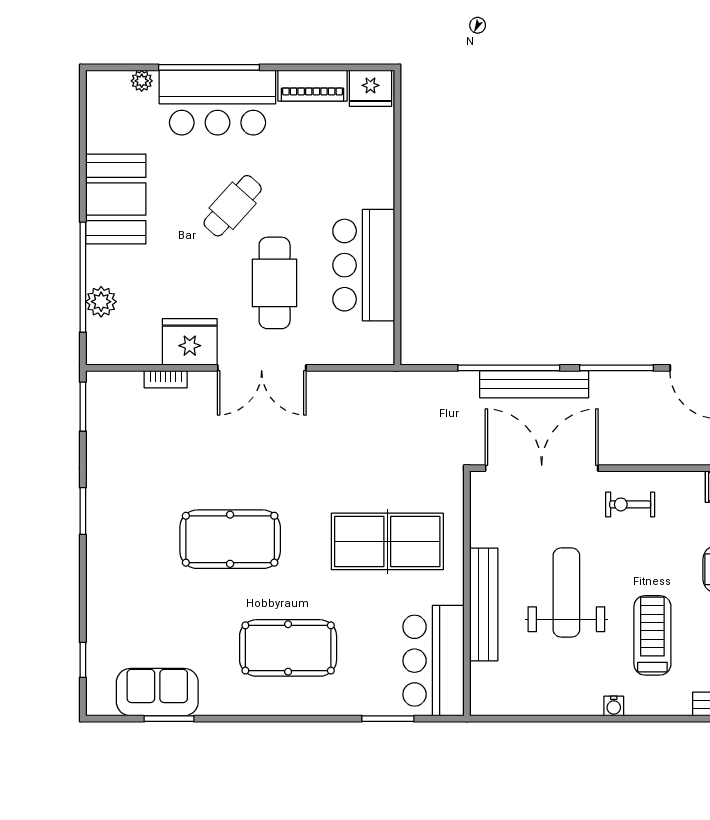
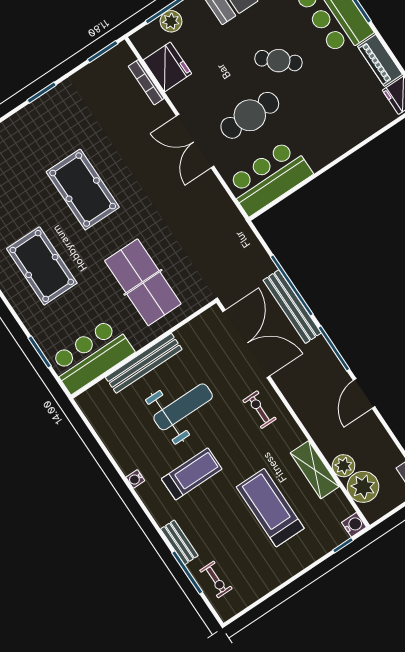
bar counter: (364, 265) -> (269, 178), moved
fridge: (190, 342) -> (167, 67), moved
bookcase: (166, 379) -> (146, 82), width x1.56

